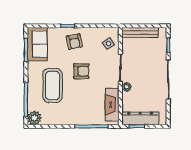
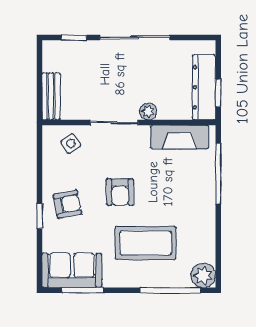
bench: (140, 32) -> (51, 96), width x0.73
armchair: (81, 71) -> (120, 192), turned 180

